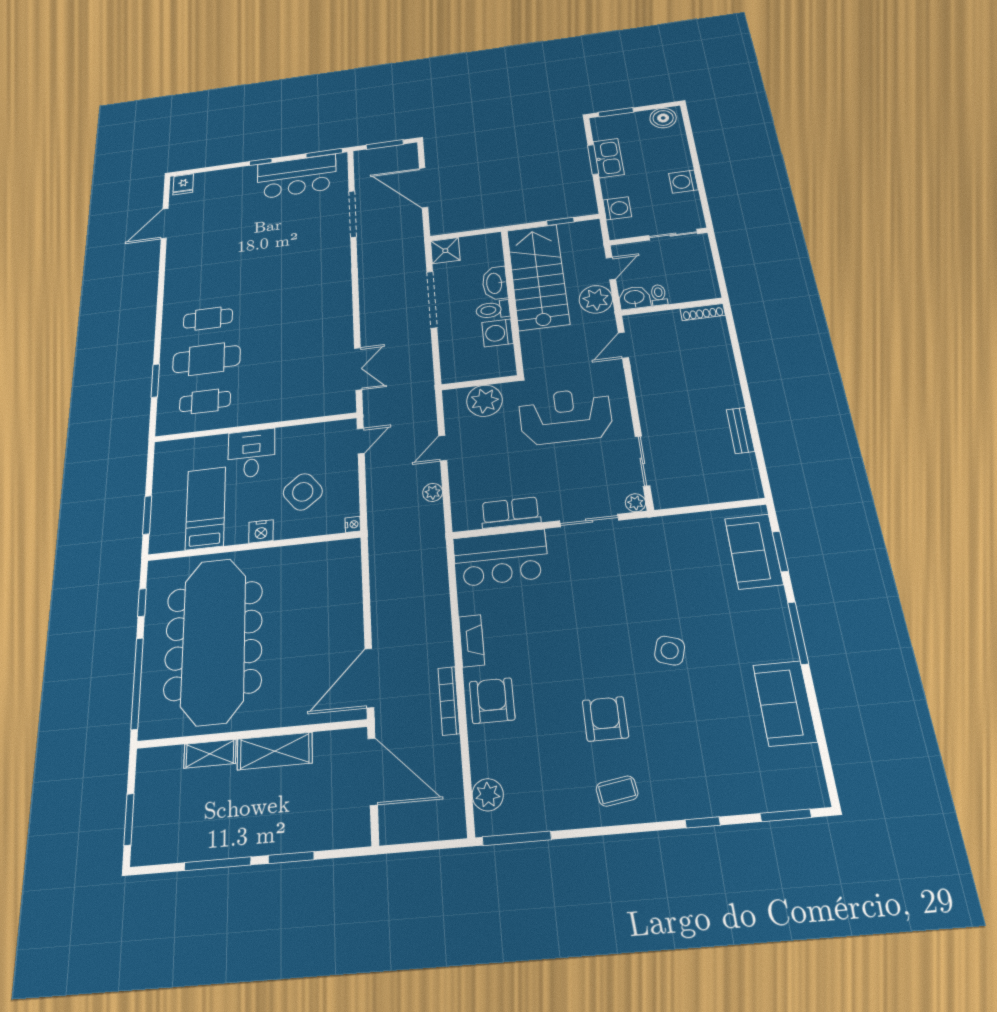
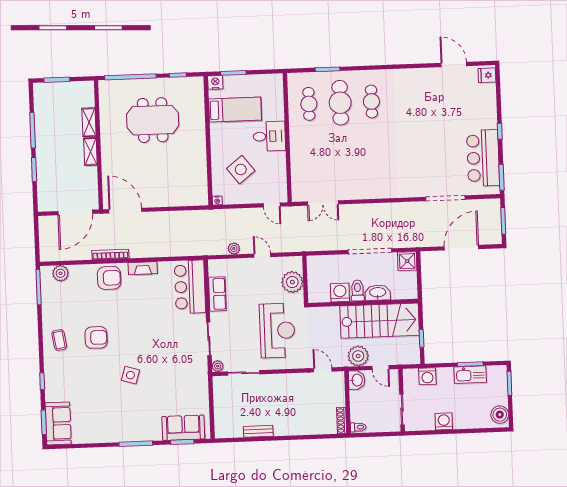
toilet: (659, 295) -> (358, 427), moved
nightstand: (261, 531) -> (215, 82), moved, turned 90
meeting table: (214, 640) -> (153, 120), width x0.54, depth x0.79
sofa: (785, 703) -> (58, 423), moved, turned 90
shelving: (275, 751) -> (90, 152), width x0.67, depth x0.75

